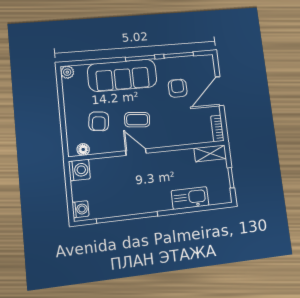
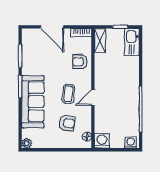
armchair: (178, 88) -> (80, 62), moved
kitchen sink: (190, 198) -> (132, 42), moved

